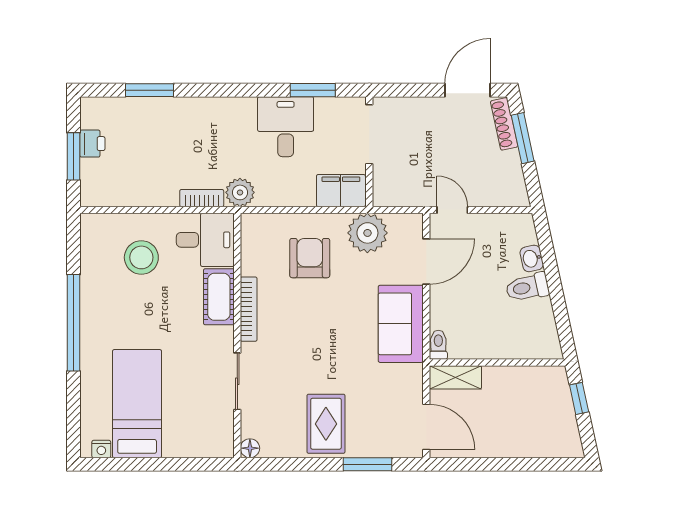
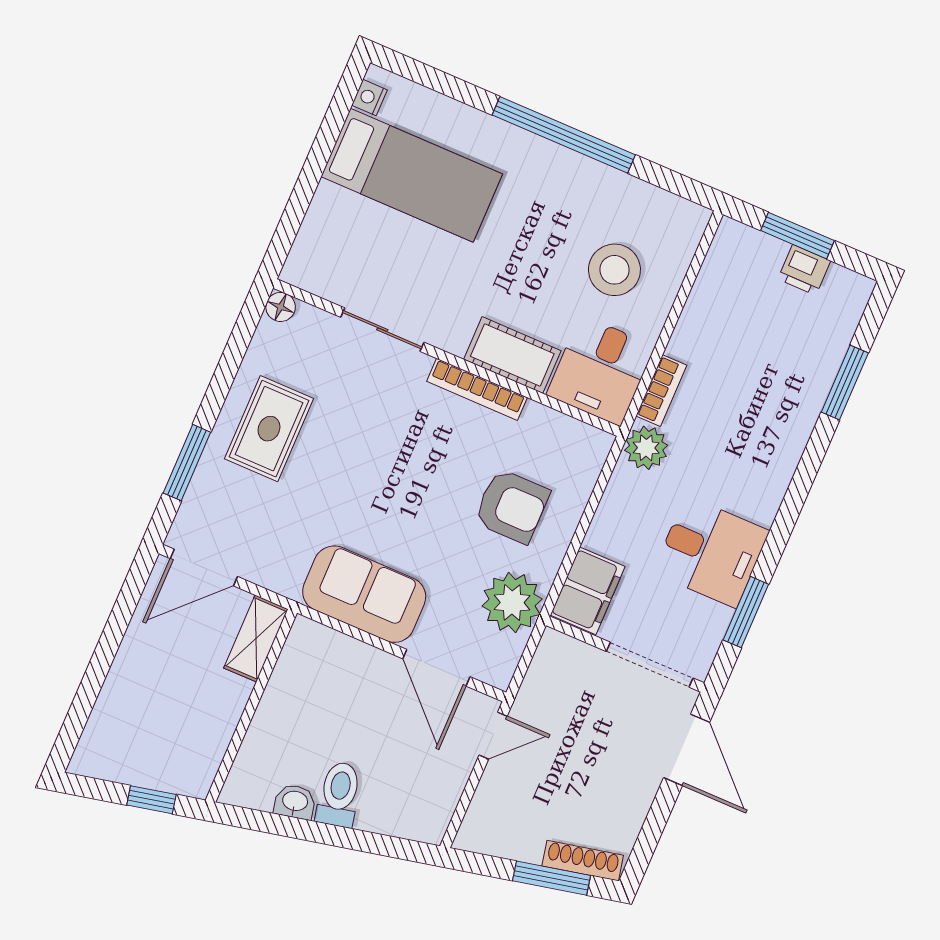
door: (468, 90) -> (687, 750), moved
washbasin: (532, 258) -> (295, 802), moved
toilet: (438, 345) -> (312, 634), removed
rug: (326, 424) -> (269, 429), turned 90

